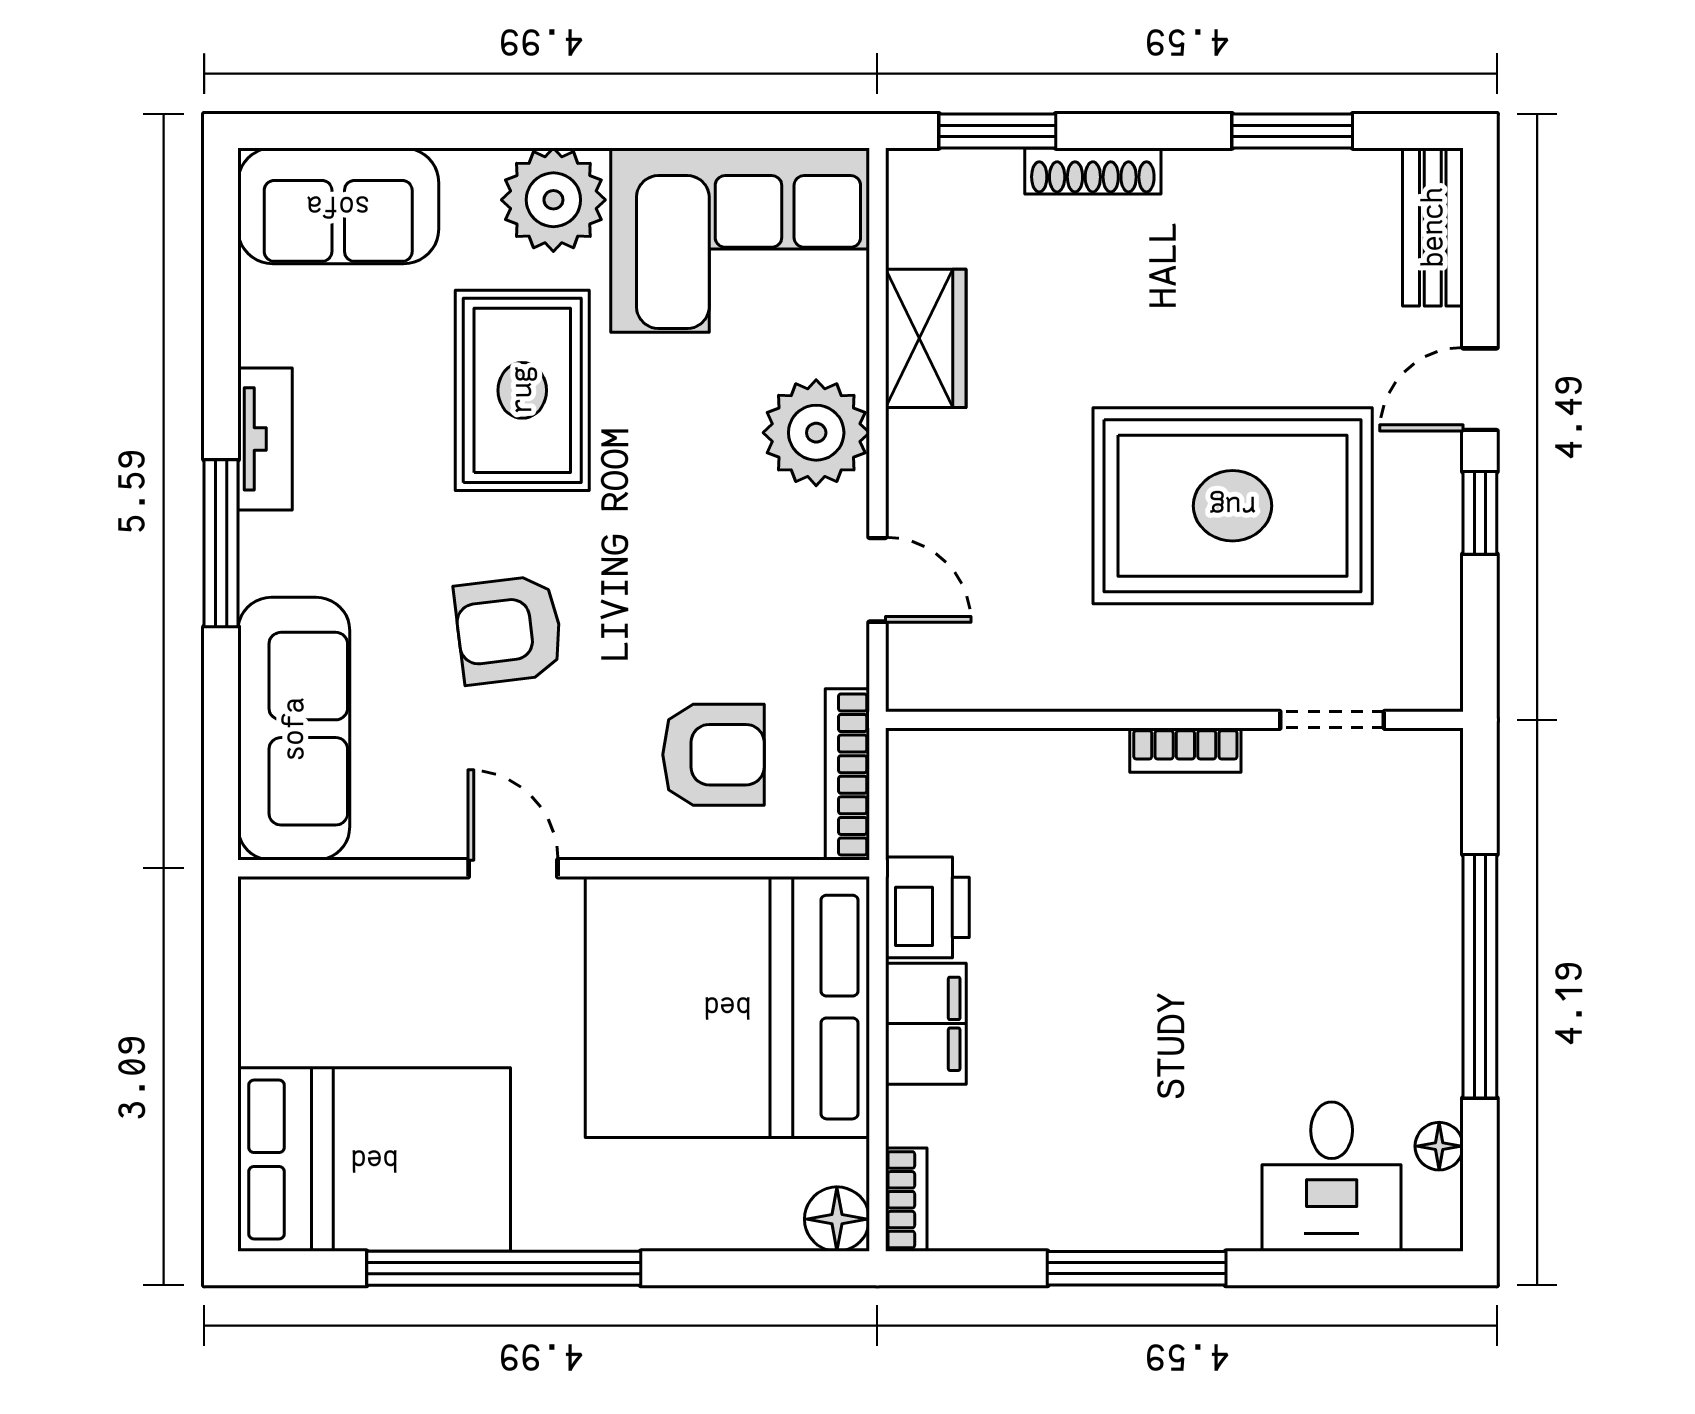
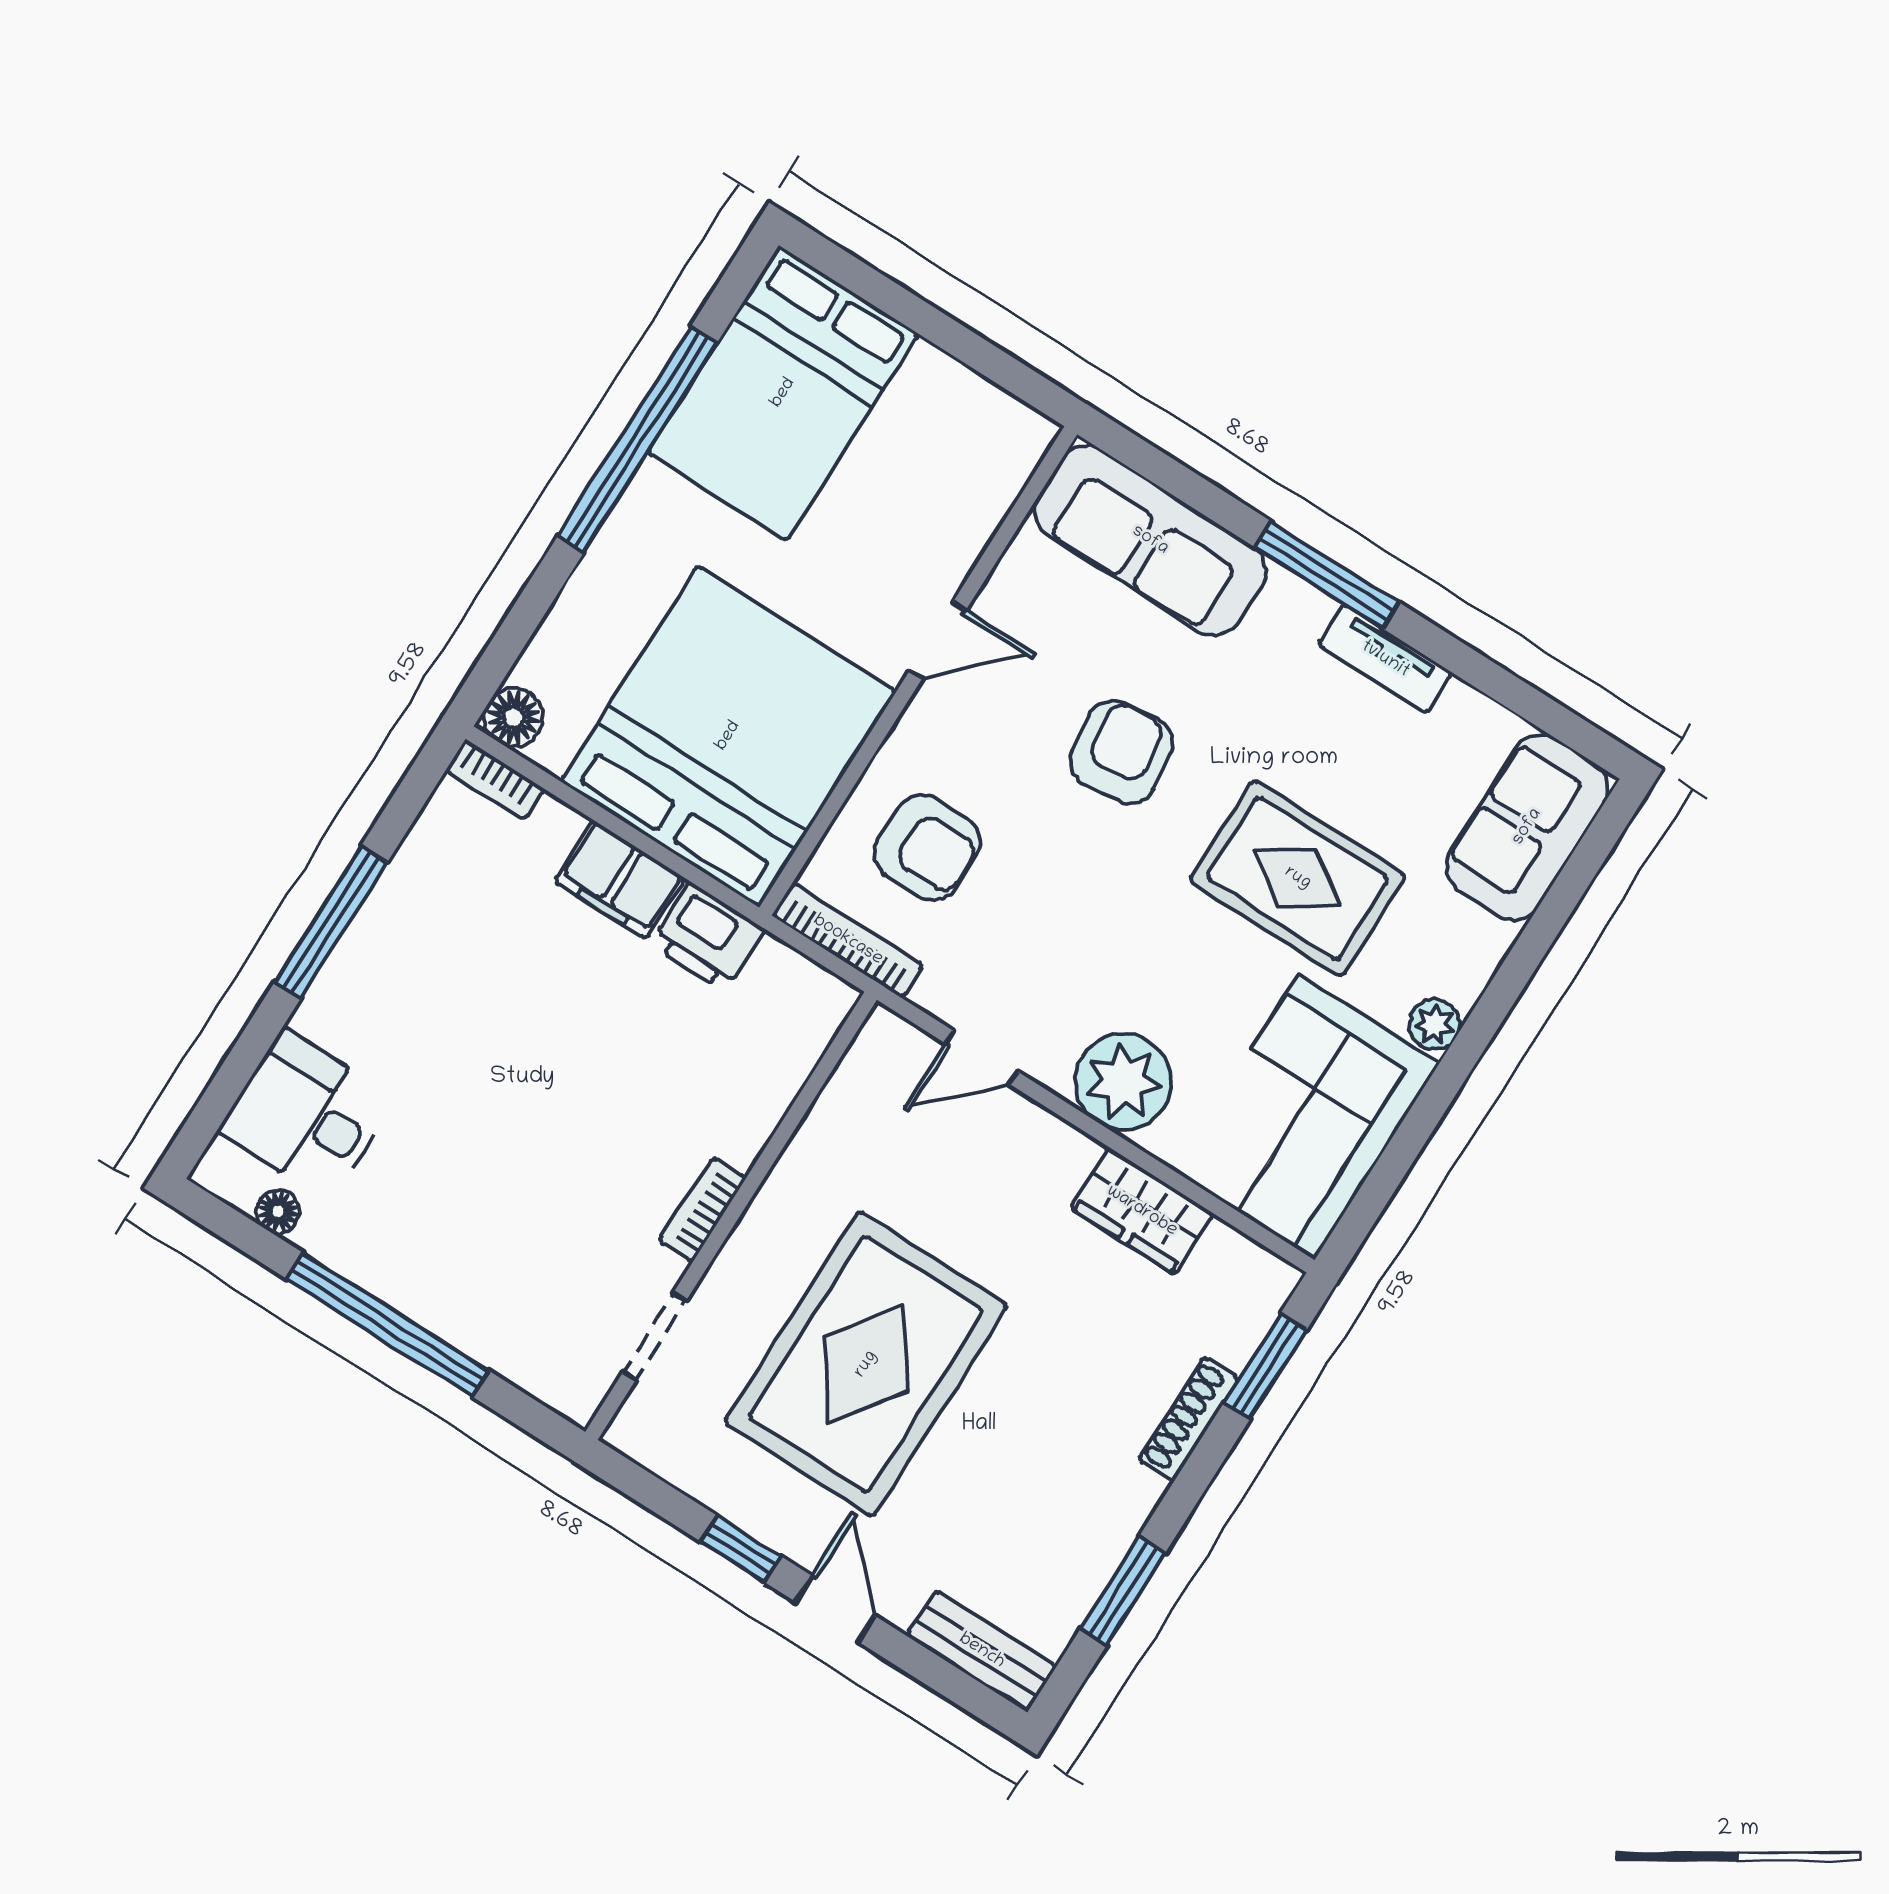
plant: (553, 200) -> (1435, 1024), width x0.53, depth x0.53
armchair: (713, 755) -> (927, 848), turned -90

